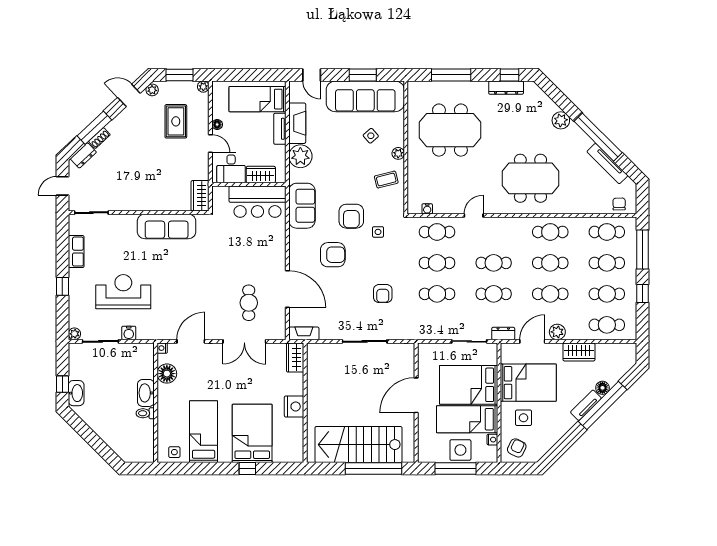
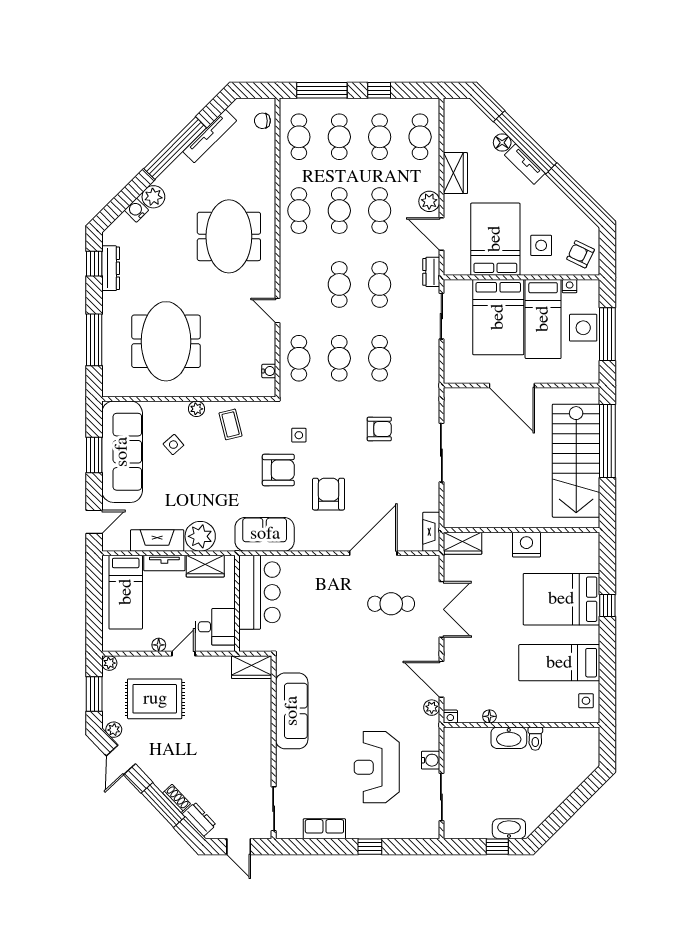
water cooler: (551, 107) -> (136, 210), added
rug: (176, 121) -> (155, 699), width x1.36, depth x1.43
wardrobe: (261, 175) -> (205, 566), moved, turned -90
plant: (74, 334) -> (432, 708), moved
floor lamp: (167, 374) -> (489, 716), width x0.53, depth x0.53

